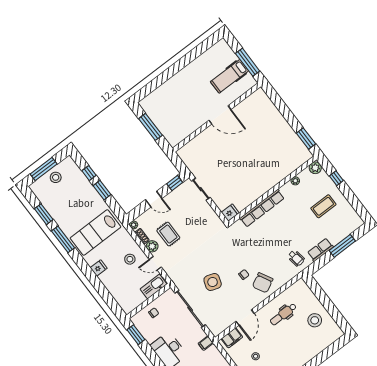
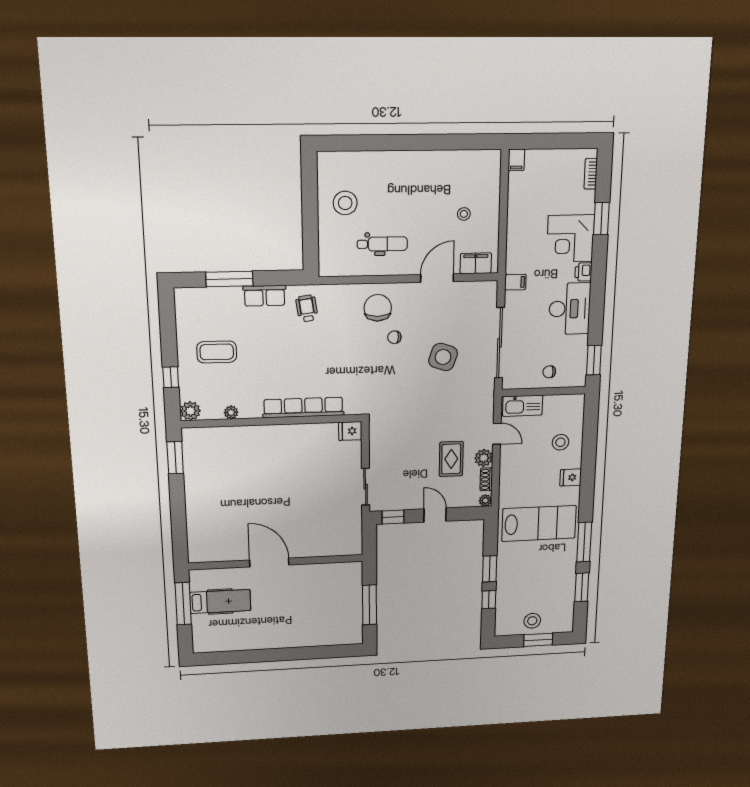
window: (44, 169) -> (538, 640), width x0.69
stool: (130, 259) -> (560, 442), moved
chair: (263, 283) -> (378, 308), turned -62

